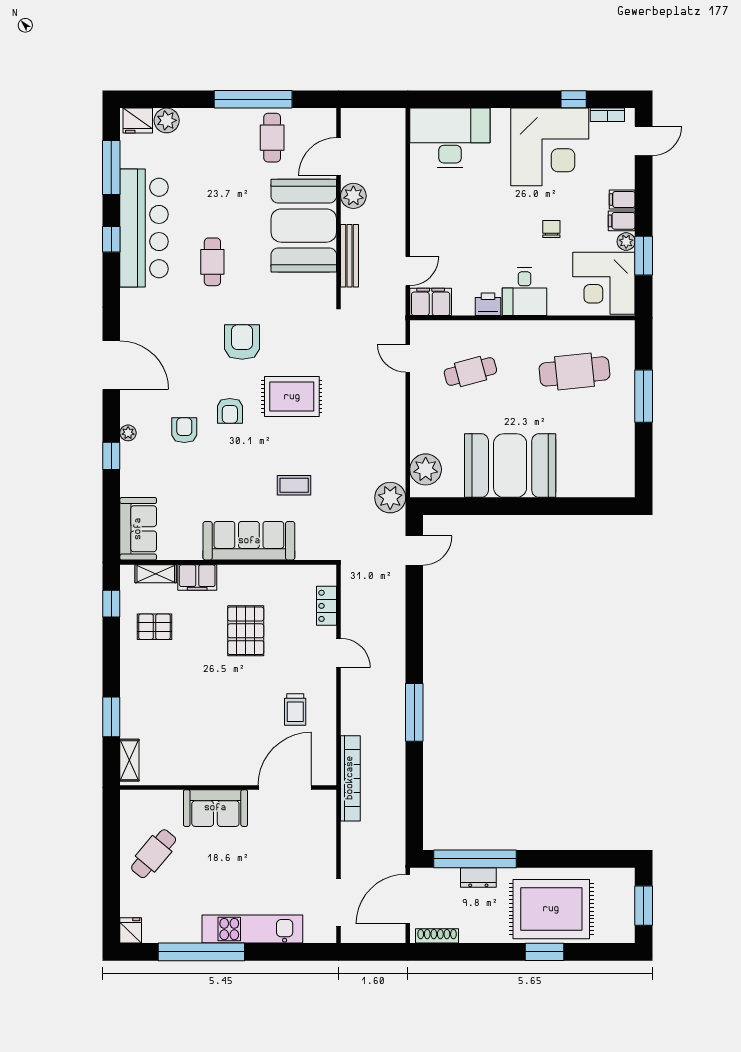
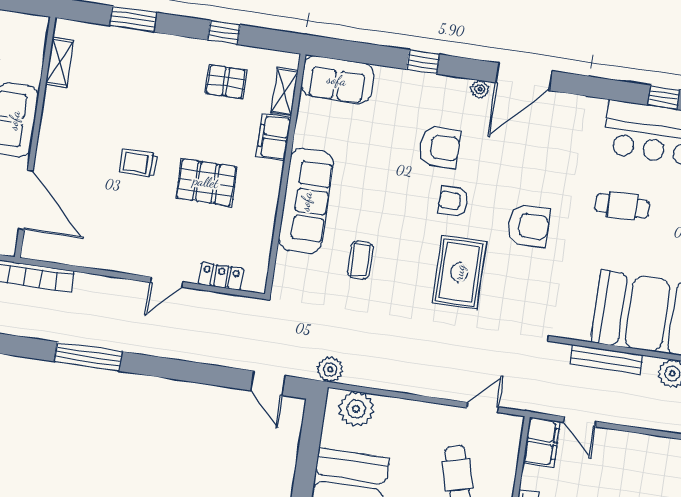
armchair: (184, 430) -> (440, 147), width x1.38, depth x1.38
plant: (128, 433) -> (480, 89), moved
plant: (390, 498) -> (330, 370), width x0.73, depth x0.73
window: (111, 604) -> (224, 32), moved
pallet: (154, 627) -> (226, 82), turned 90
trolley: (295, 710) -> (138, 163), moved
shelving: (129, 760) -> (59, 62), moved, turned 90

